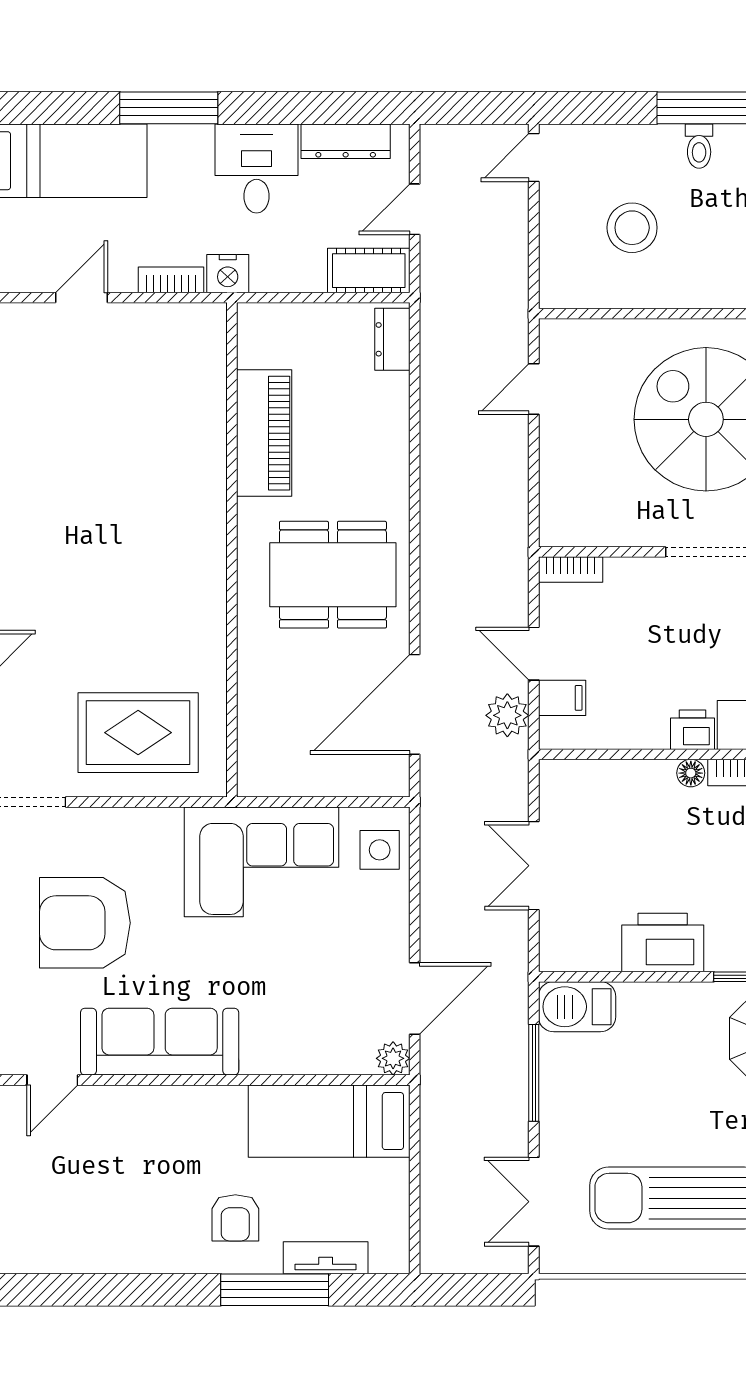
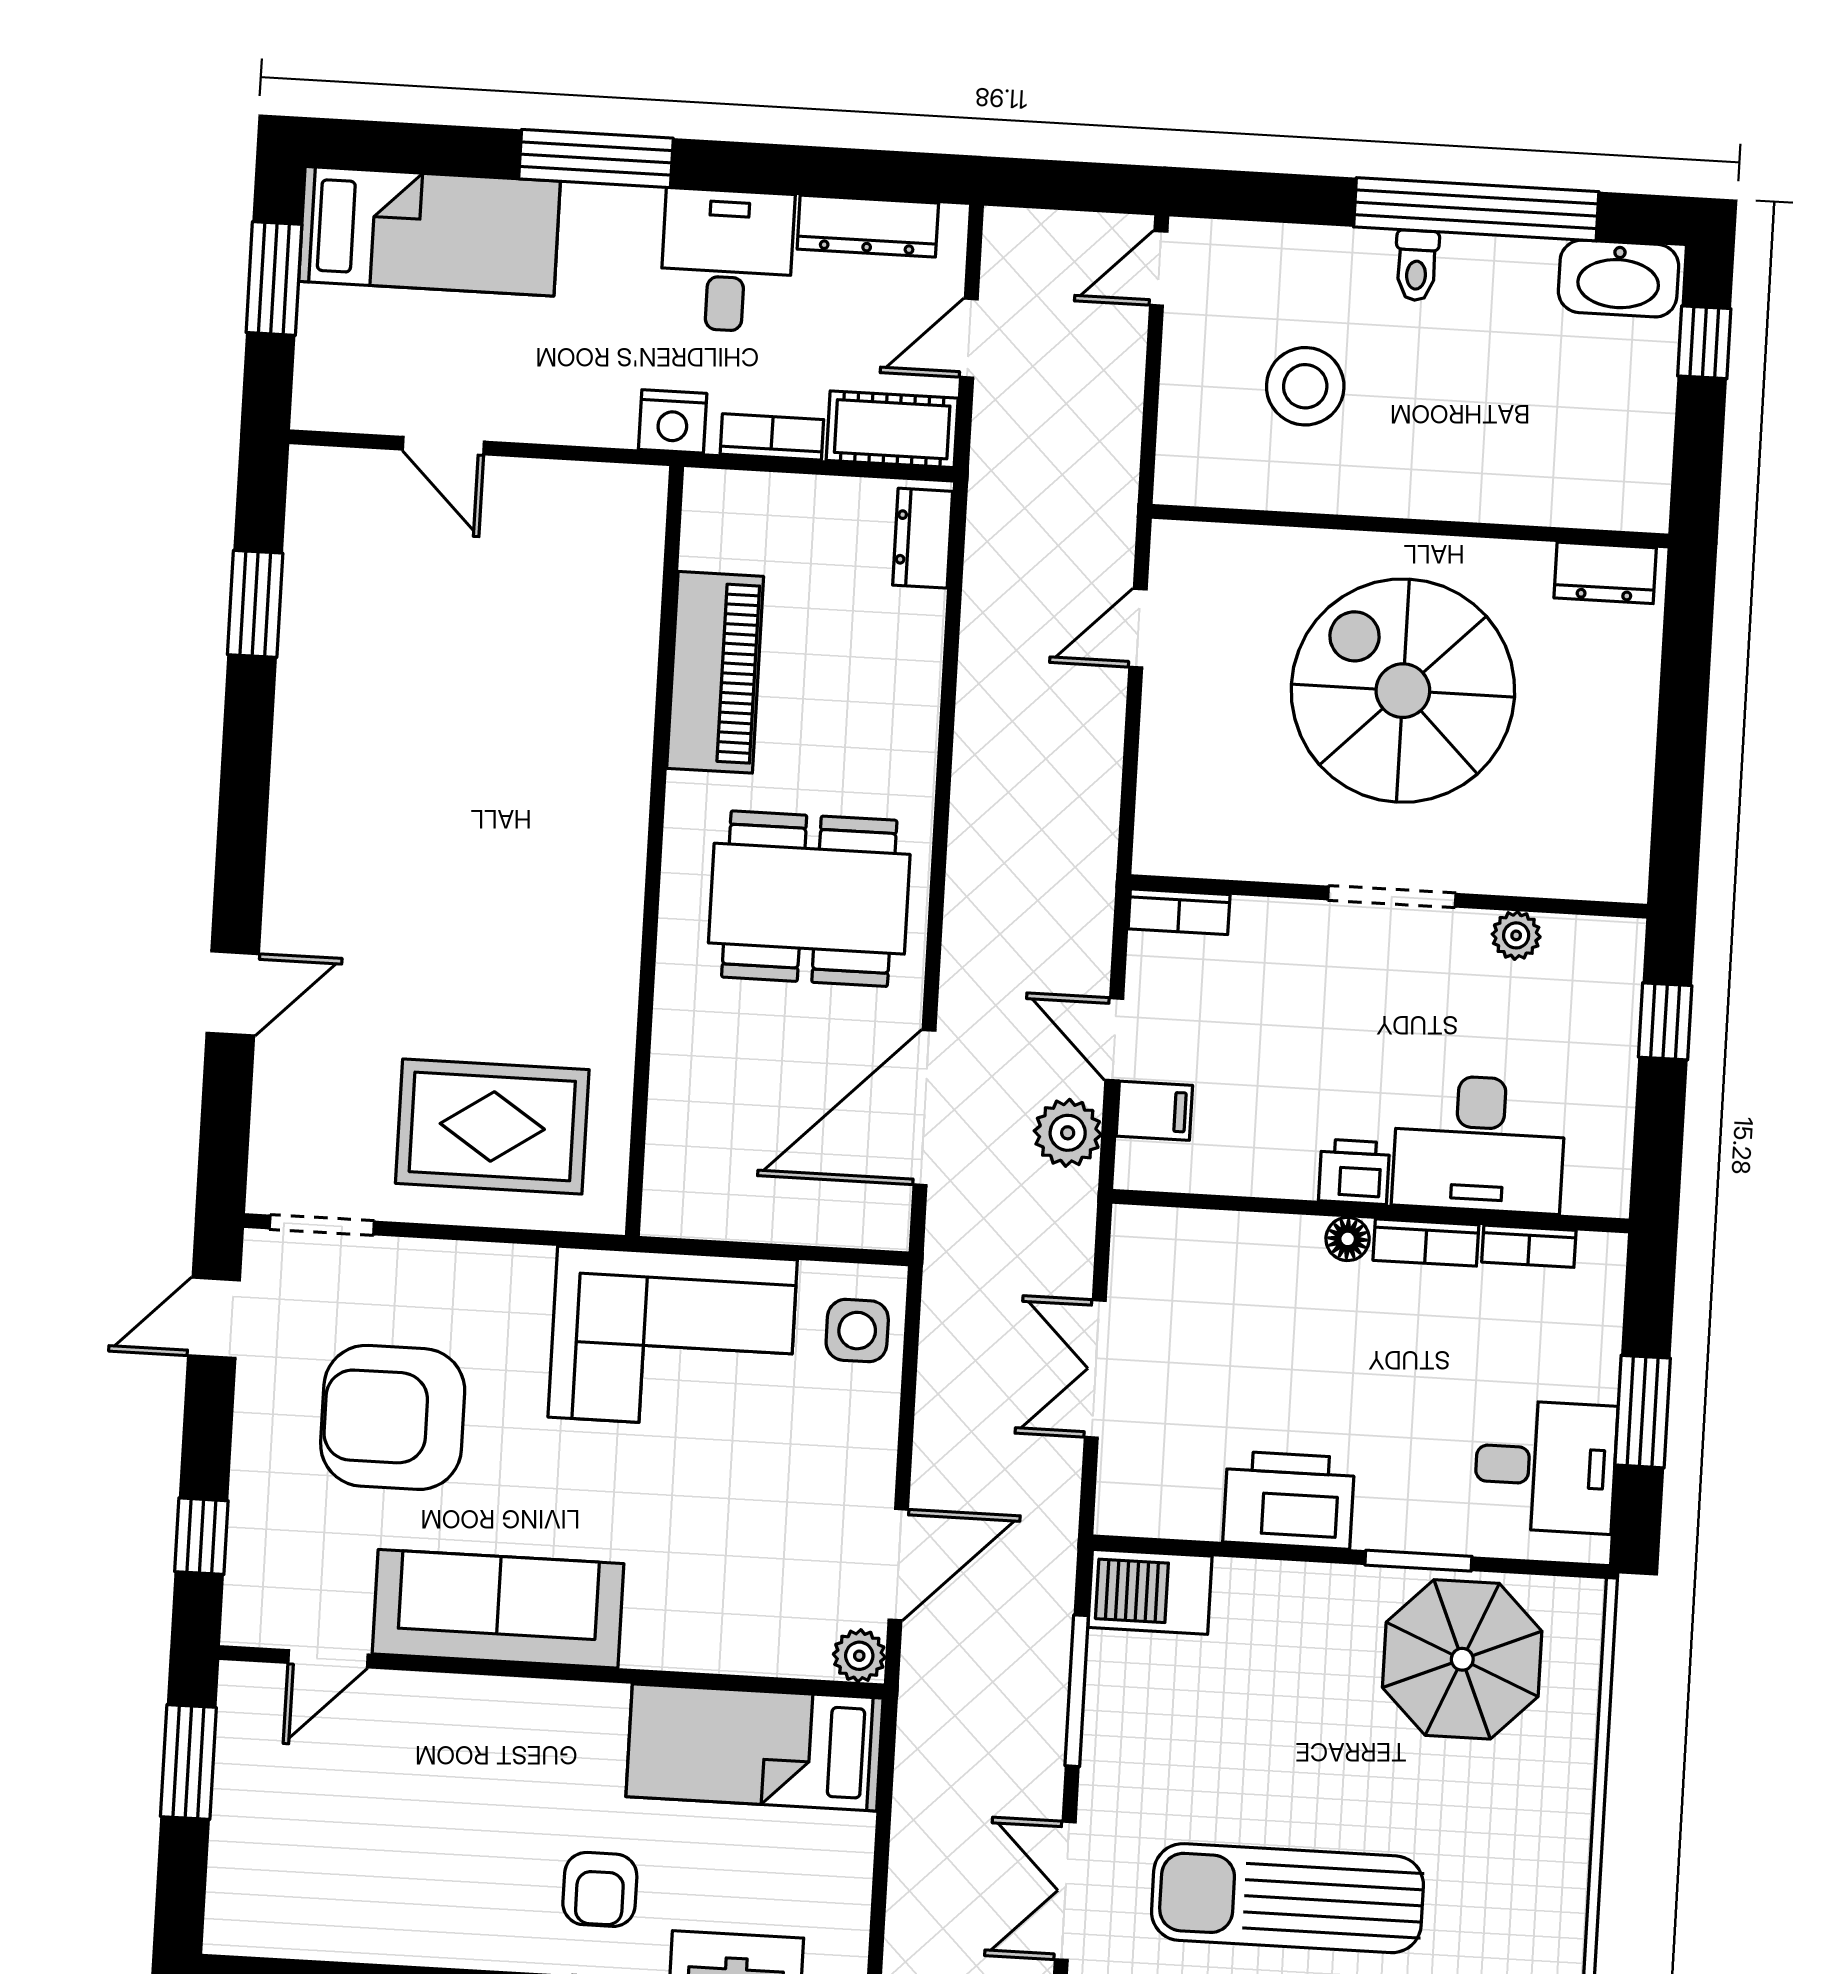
bookcase: (171, 280) -> (772, 437), moved
door: (82, 298) -> (443, 446), swing flipped

